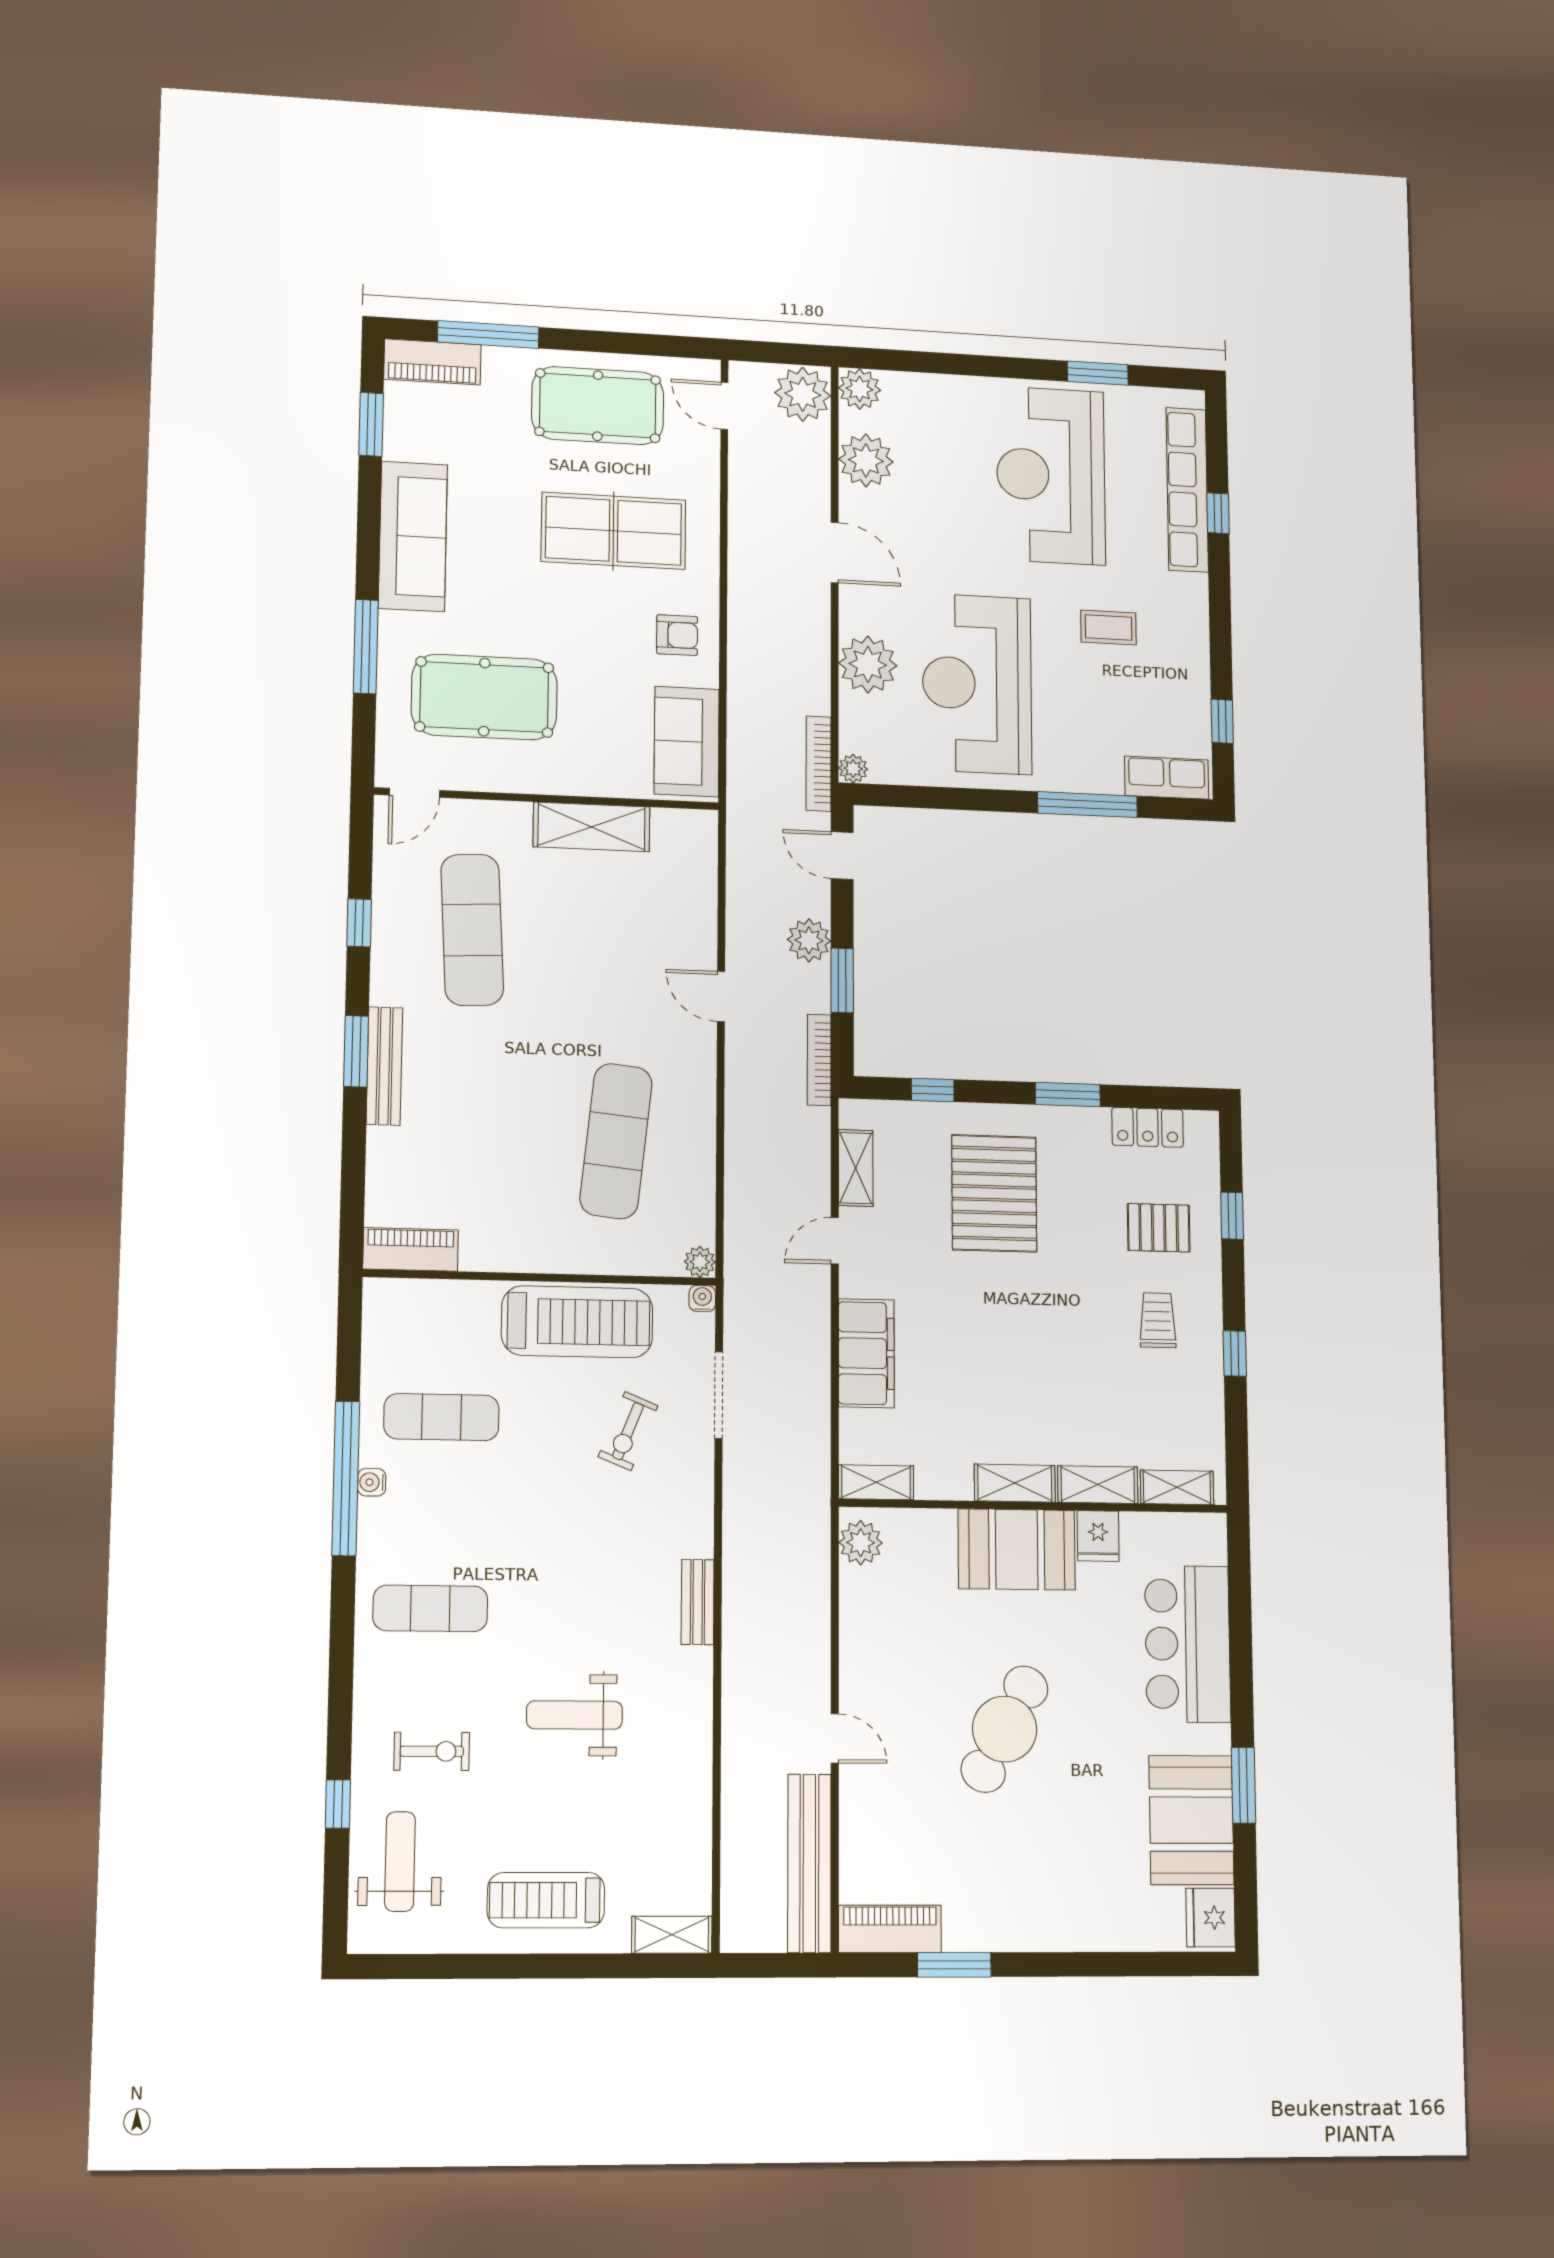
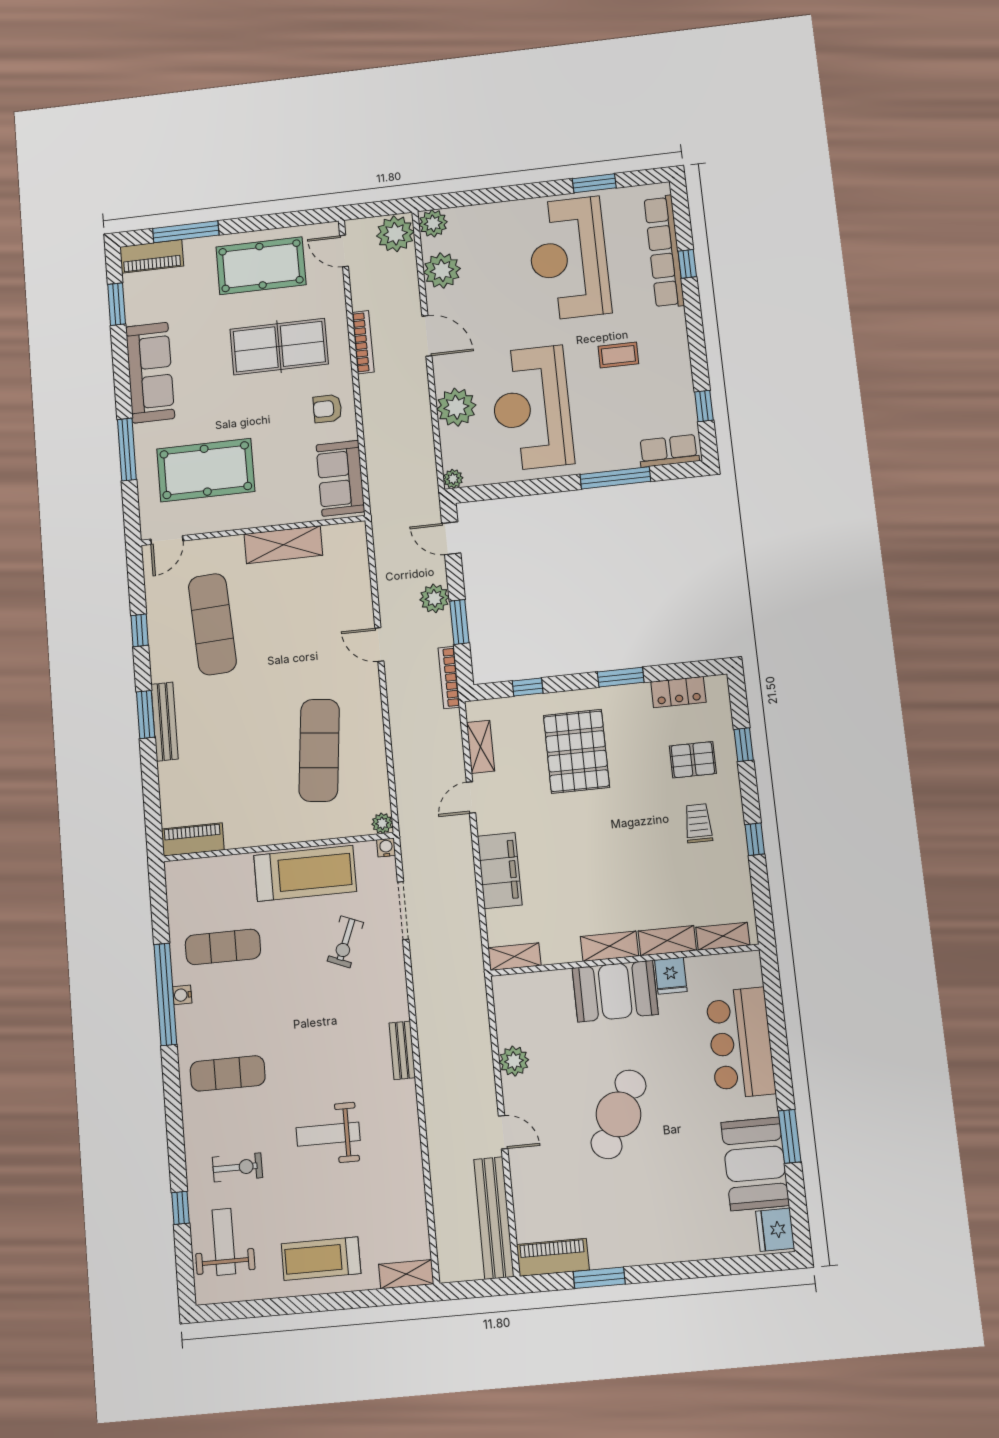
armchair: (677, 635) -> (327, 409), turned 180
bookcase: (819, 764) -> (363, 342), moved, turned 180
plant: (861, 1543) -> (514, 1061), moved

